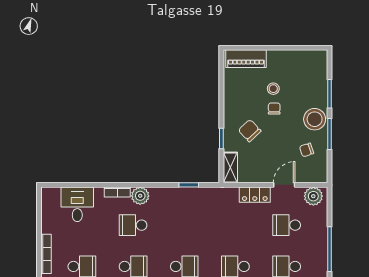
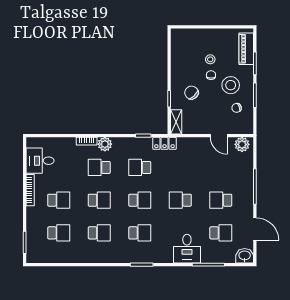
piano: (246, 59) -> (246, 49), moved, turned 90
stool: (315, 119) -> (231, 85), moved
door: (284, 185) -> (219, 136), swing flipped
locker: (255, 195) -> (165, 143), moved
desk: (77, 204) -> (40, 161), moved, turned -90
school desk: (287, 225) -> (140, 167), moved

